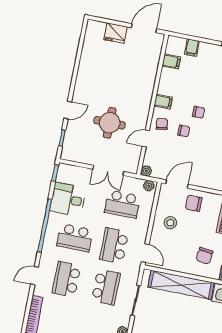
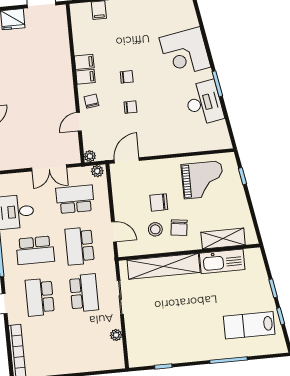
filing cabinet: (171, 61) -> (84, 62), moved
round table: (110, 123) -> (35, 117), removed
chair: (184, 131) -> (130, 107), moved
chair: (194, 203) -> (159, 202), moved
school desk: (122, 204) -> (75, 199), turned 180
stool: (170, 223) -> (155, 229), moved
door: (145, 253) -> (114, 232), moved

